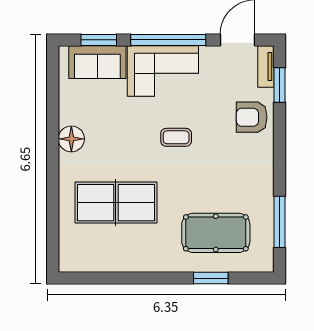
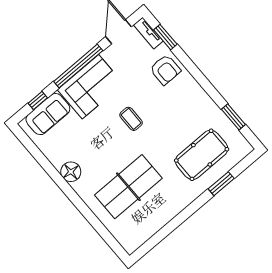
window: (99, 40) -> (38, 100), width x0.67
armchair: (252, 117) -> (165, 70), turned -90
coffee table: (176, 137) -> (131, 119), turned 90
window: (280, 222) -> (233, 117), width x0.69

